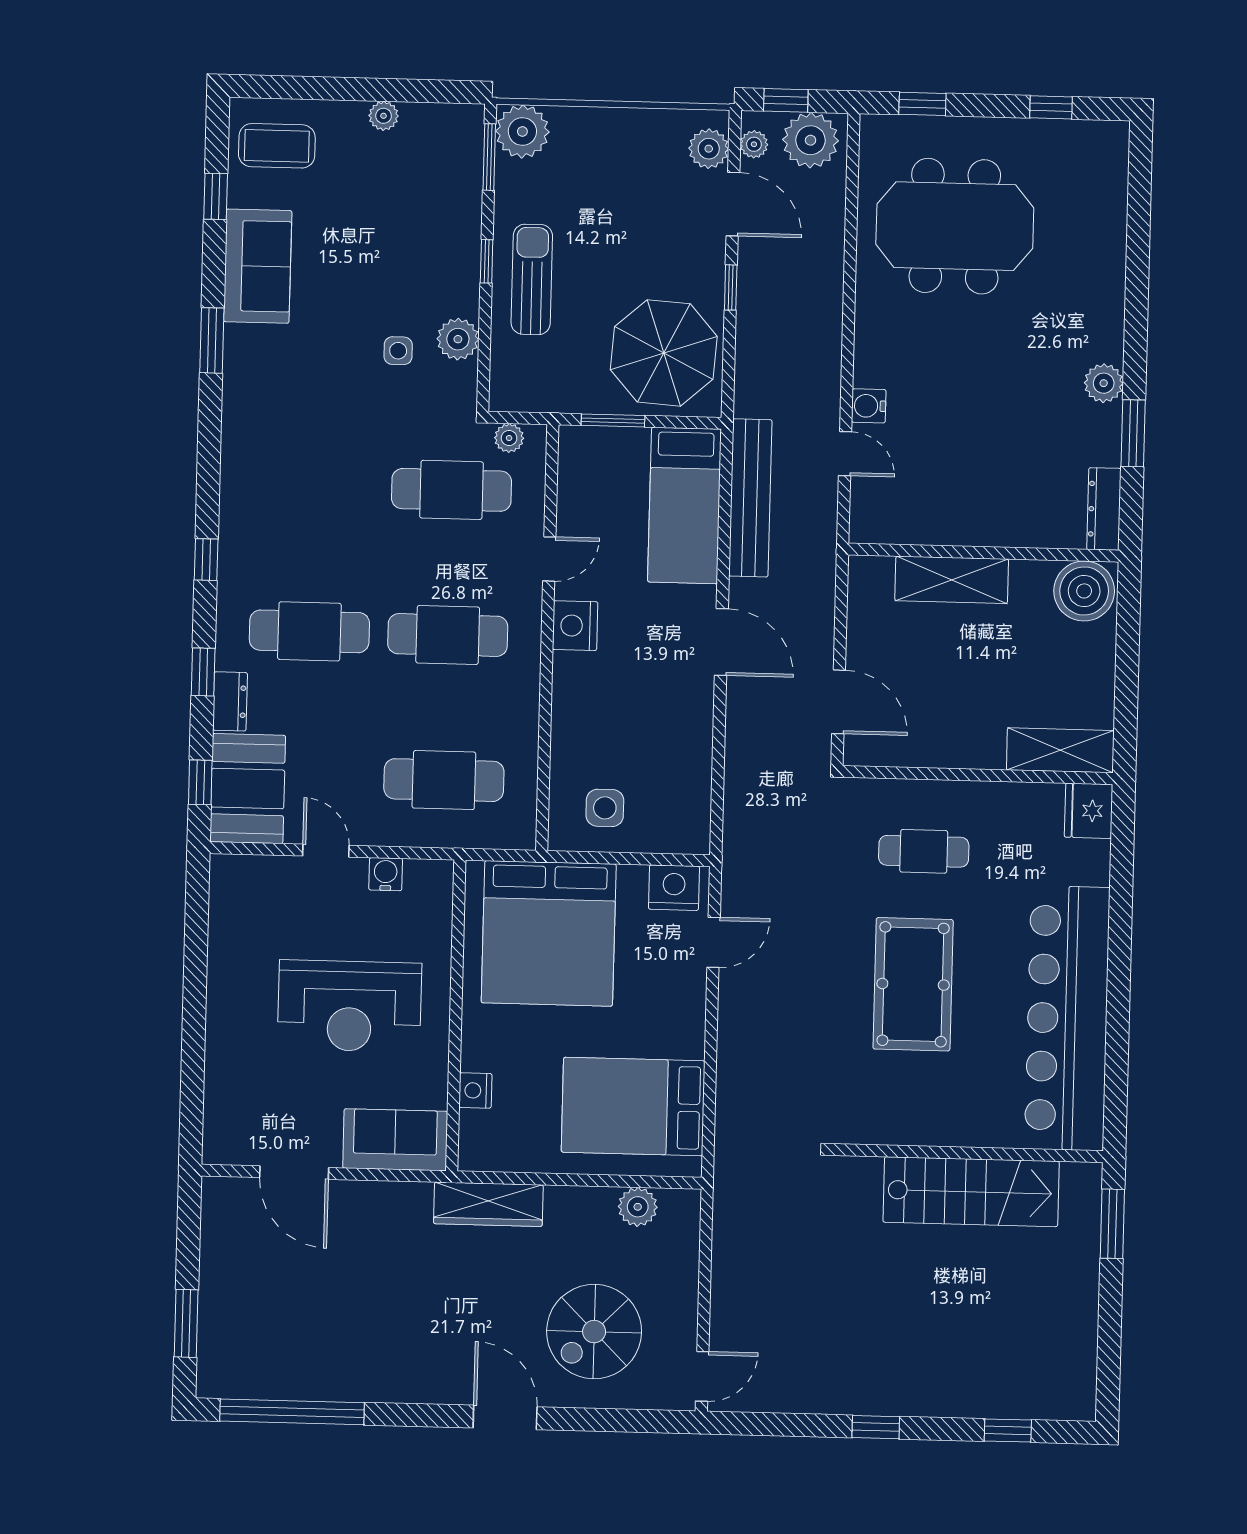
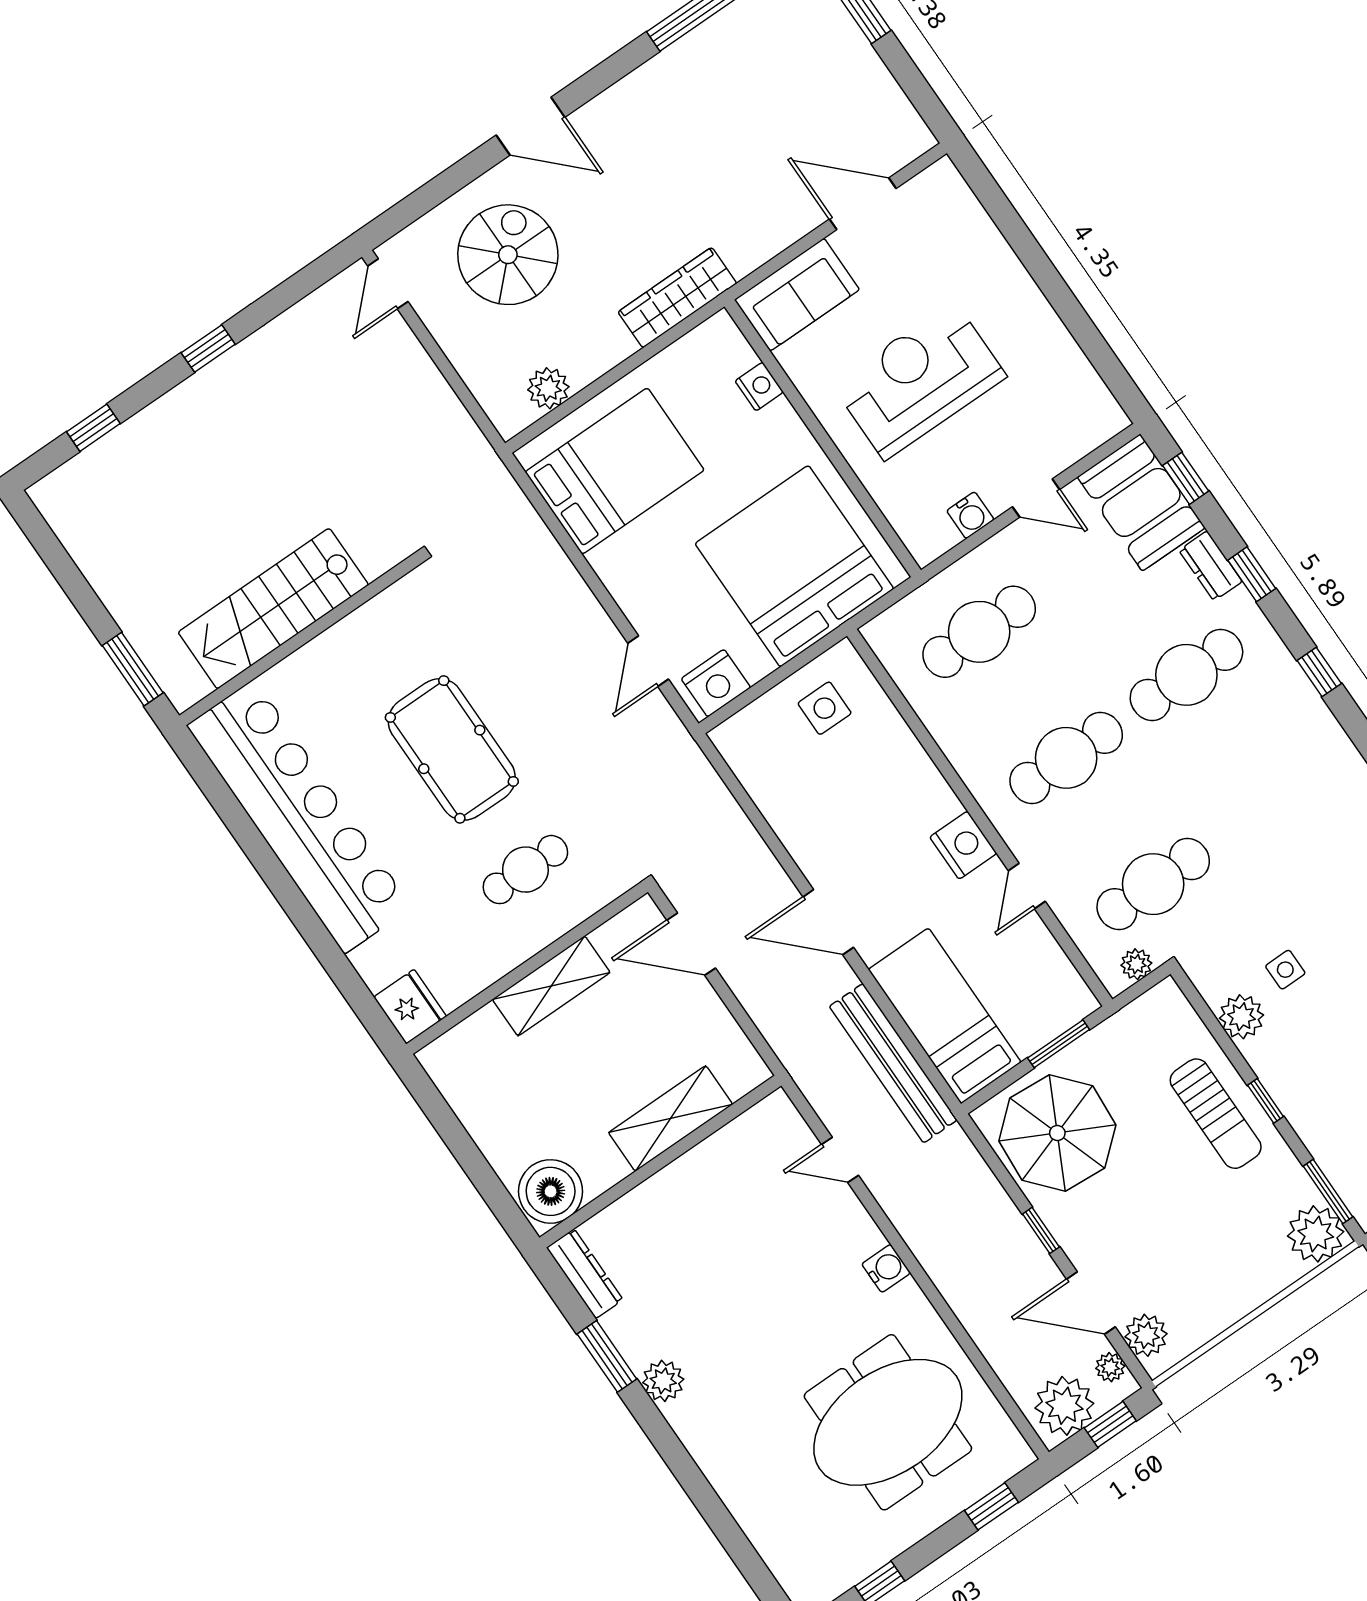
water cooler: (869, 406) -> (886, 1268), moved
shelving: (1060, 750) -> (551, 986), moved

